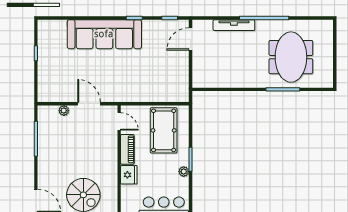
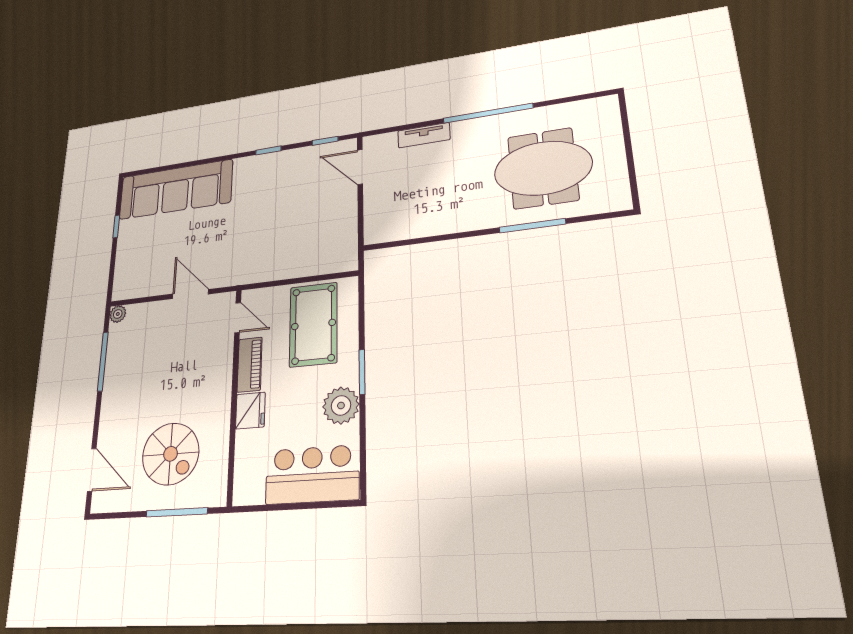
tv unit: (234, 25) -> (424, 135), width x0.71
sofa: (104, 34) -> (176, 190), moved
door: (191, 39) -> (360, 167), hinge flipped
meeting table: (291, 57) -> (543, 168), turned 90
plant: (64, 111) -> (118, 314), moved
plant: (184, 172) -> (341, 405), width x1.88, depth x1.88

